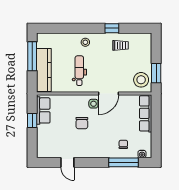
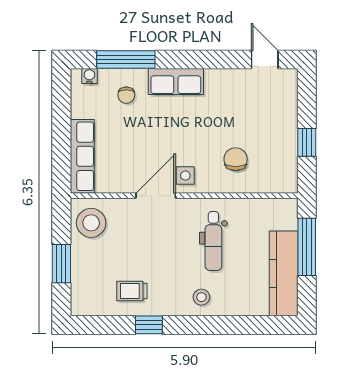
window: (32, 56) -> (307, 247), moved
kitchen counter: (44, 70) -> (284, 273), moved
window: (156, 73) -> (61, 264), moved
row of seats: (43, 110) -> (176, 82), moved, turned -90
chair: (82, 123) -> (236, 159), moved
door: (67, 162) -> (265, 59), moved

